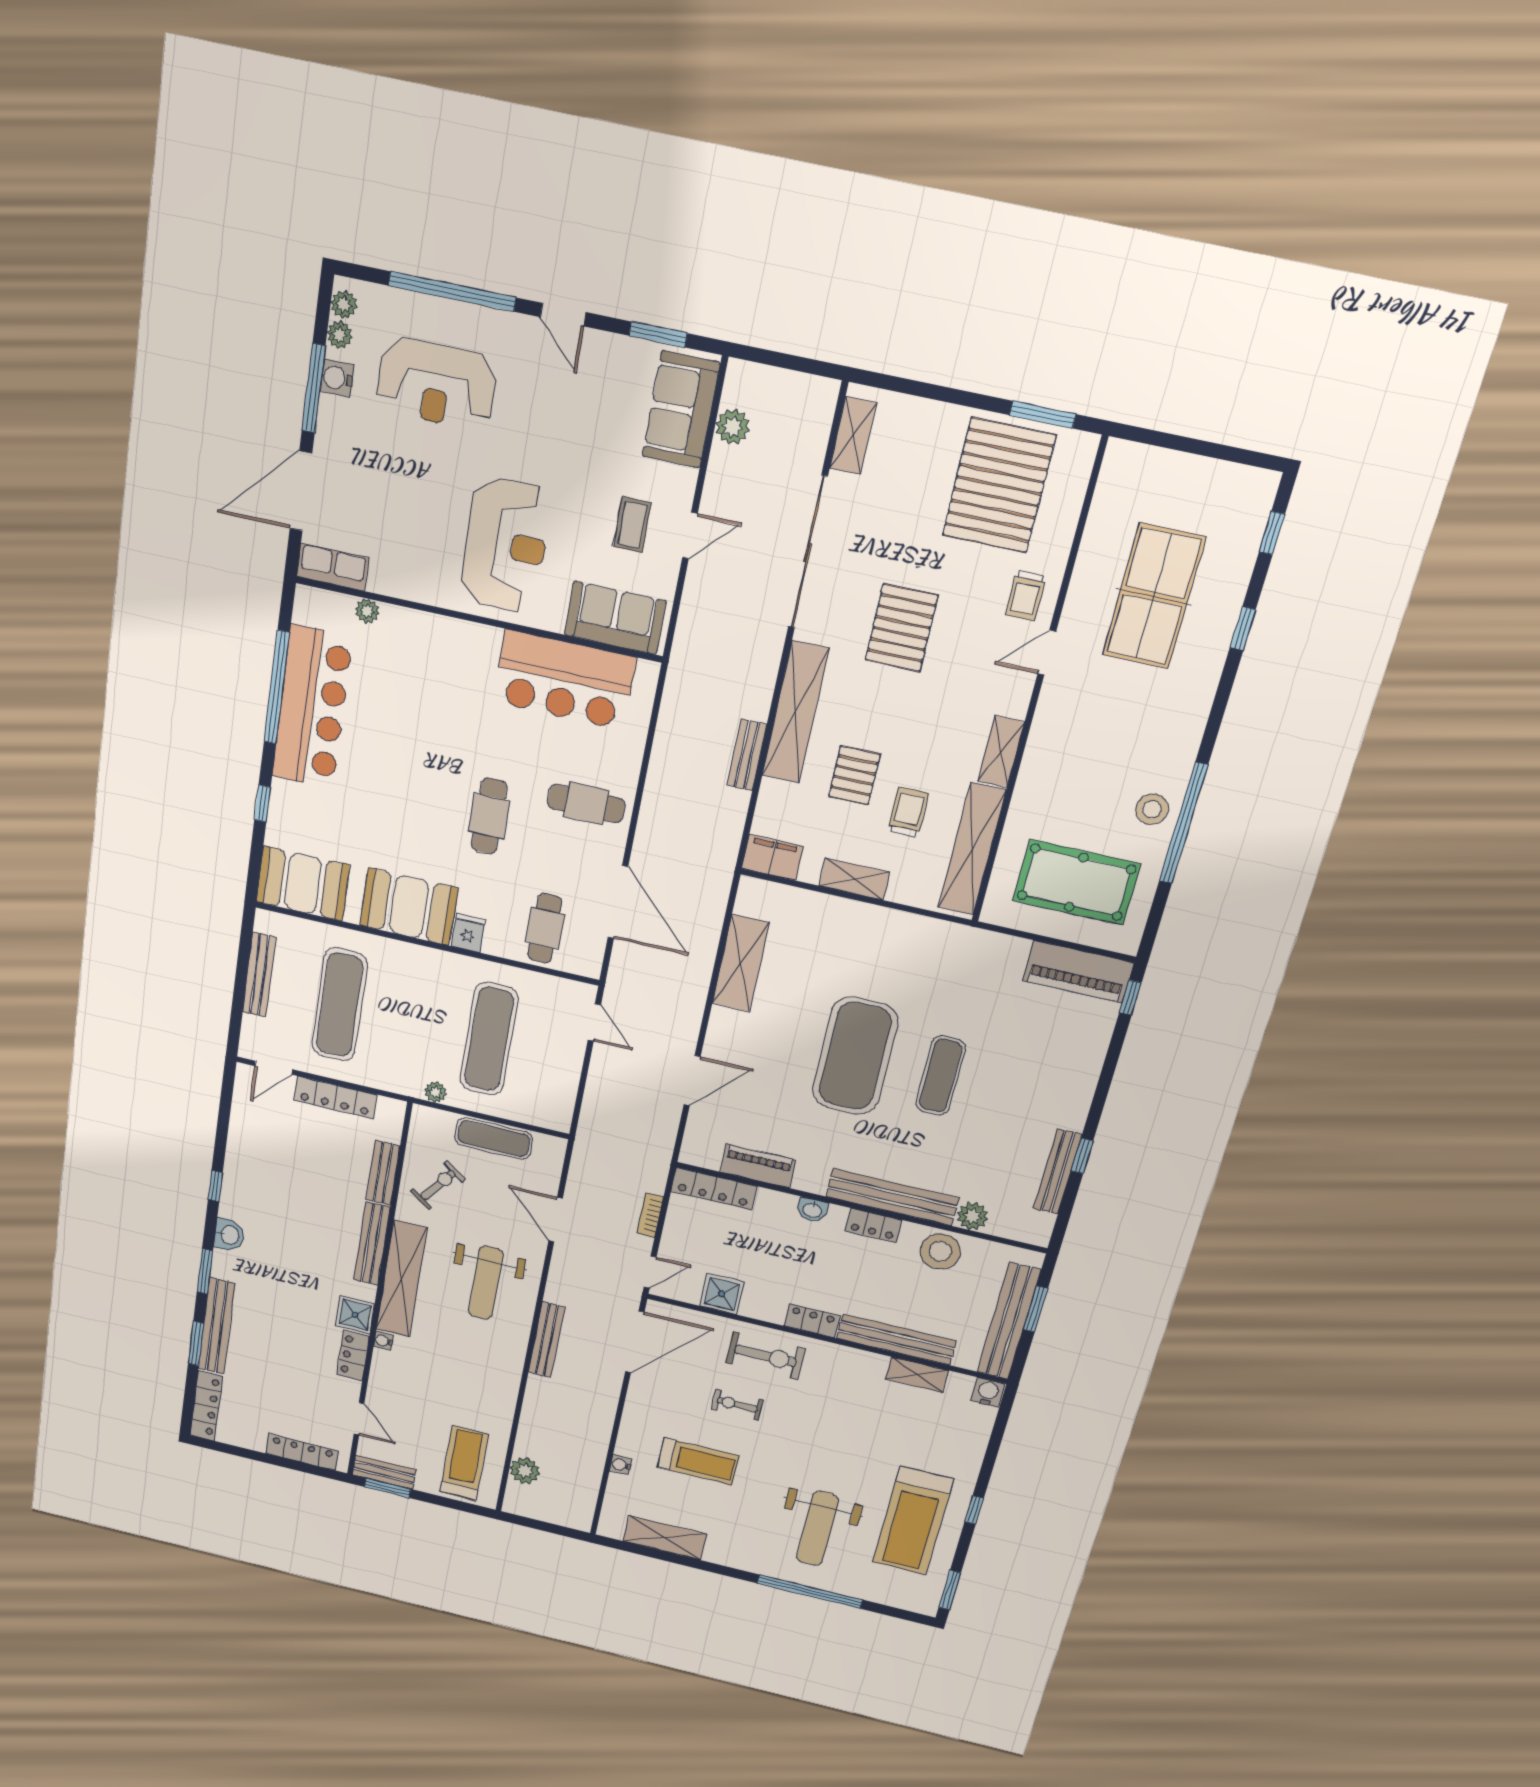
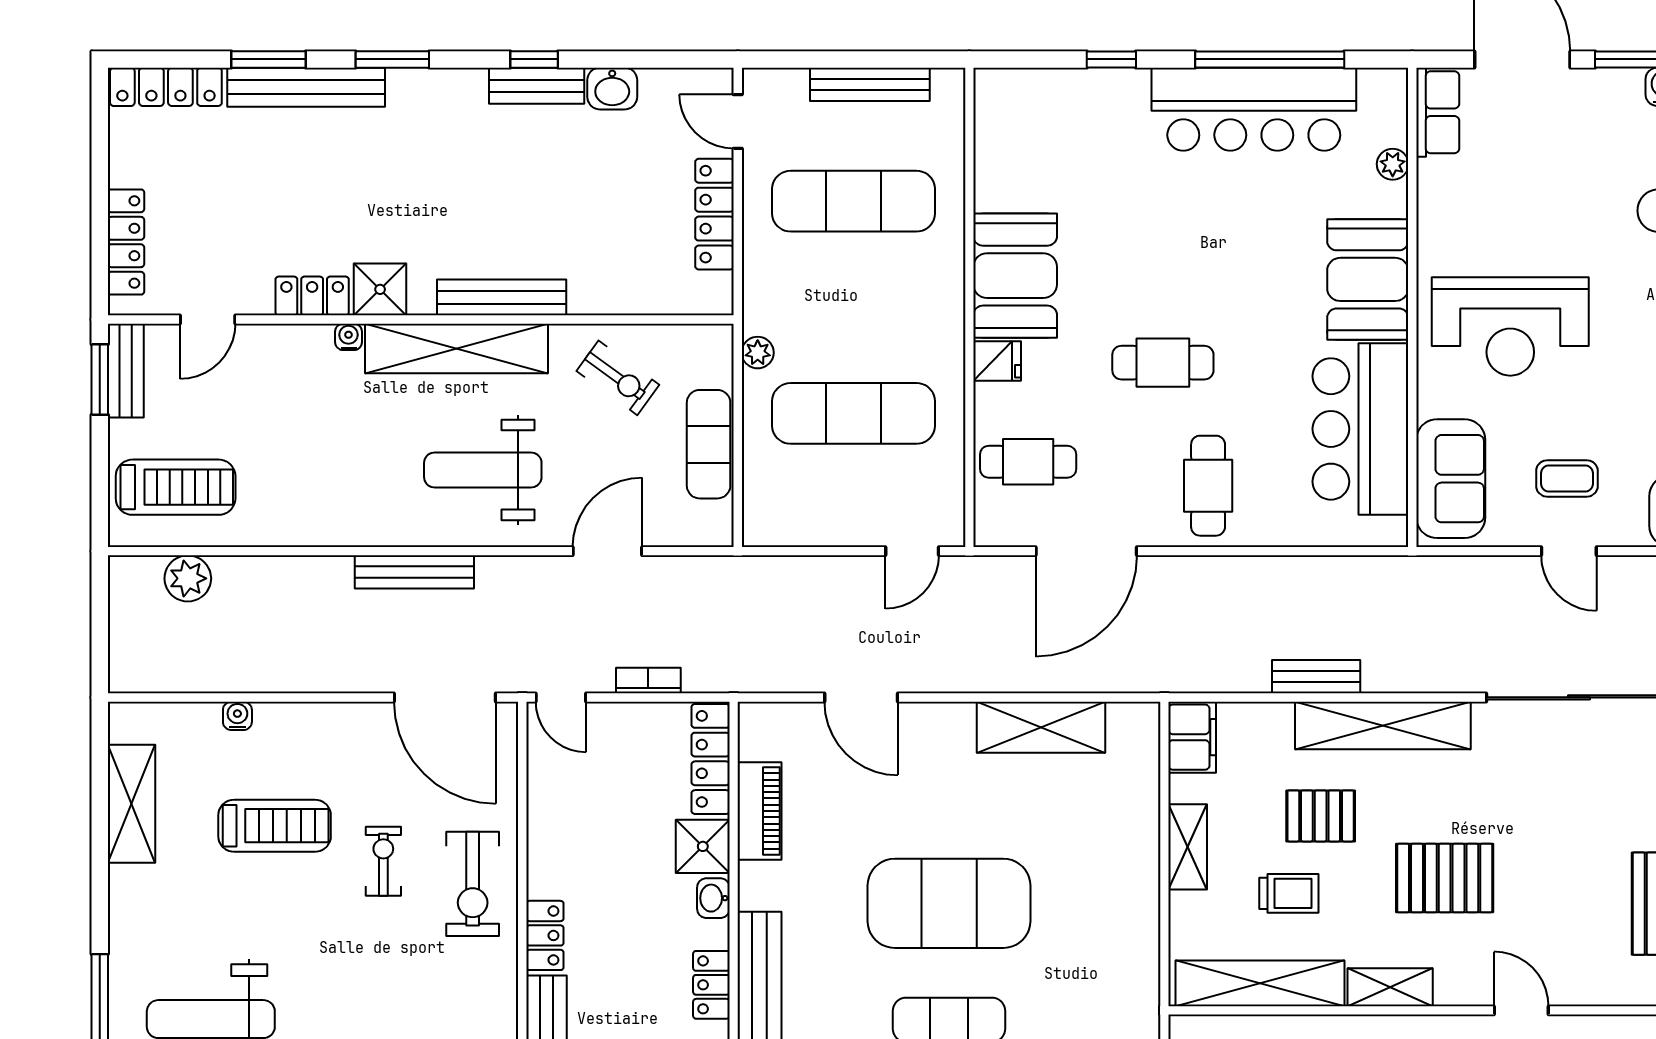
trolley: (1026, 596) -> (1583, 968), removed
pallet: (902, 628) -> (1445, 878), moved
booth: (303, 883) -> (1368, 279), moved
bench: (383, 1173) -> (537, 86), moved
washbasin: (229, 1235) -> (612, 89), moved
shower: (722, 1294) -> (703, 846), moved
treadmill: (698, 1461) -> (275, 826), turned -90

